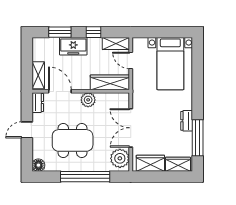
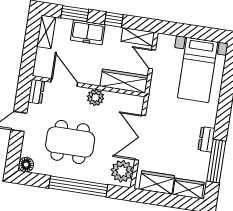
shelving: (38, 75) -> (46, 32), moved

